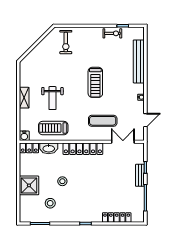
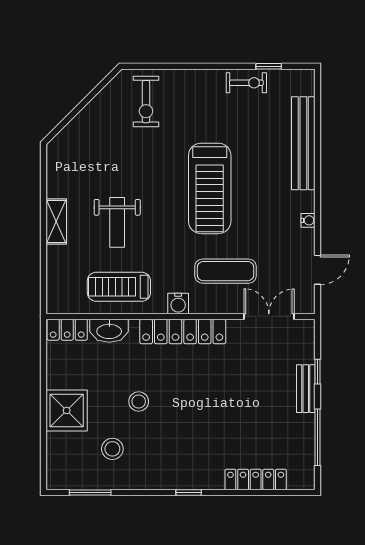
treadmill: (95, 82) -> (210, 188), width x1.37, depth x1.38
water cooler: (24, 136) -> (178, 303), moved

